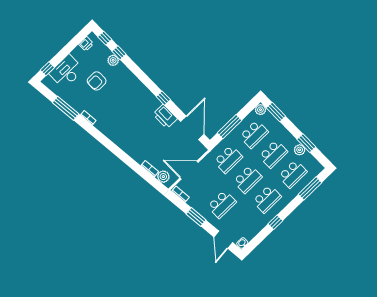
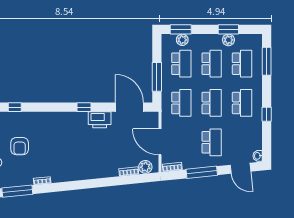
plant: (113, 60) -> (16, 117), removed
plant: (260, 110) -> (182, 40), moved
door: (189, 170) -> (160, 142), hinge flipped
window: (196, 217) -> (202, 172), width x1.44

